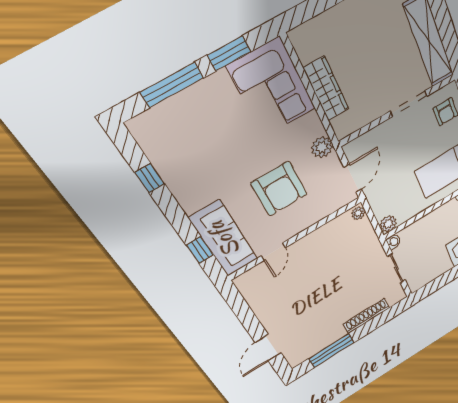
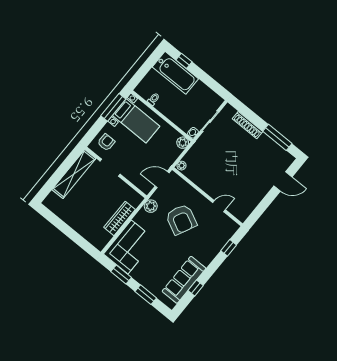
window: (172, 85) -> (146, 295), width x0.69
armchair: (279, 189) -> (181, 219), turned 116
sofa: (224, 239) -> (184, 280), moved

